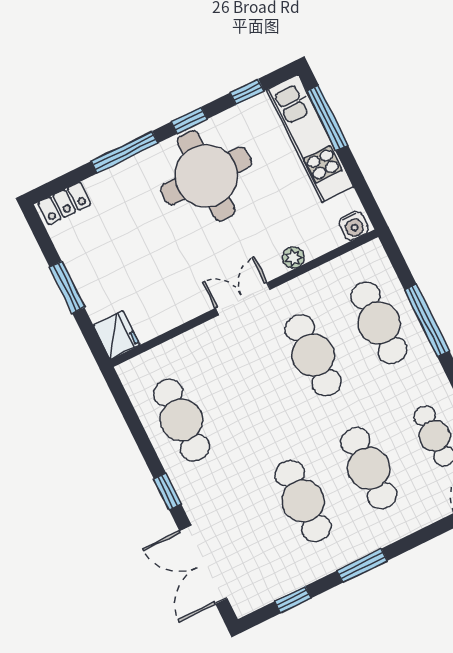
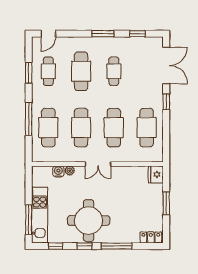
water cooler: (354, 226) -> (58, 171), moved
cafe table: (247, 388) -> (114, 128), added
cafe table: (303, 501) -> (114, 71), width x0.73, depth x0.74

